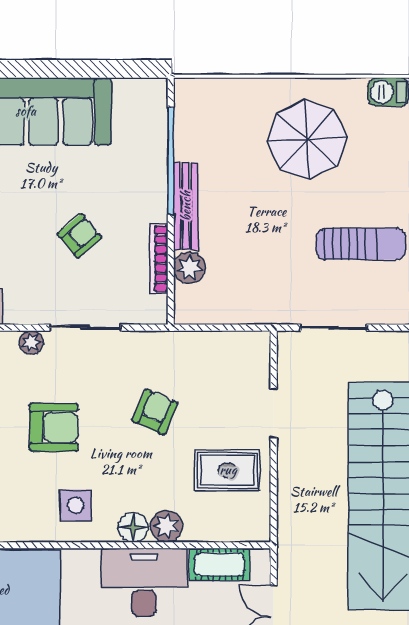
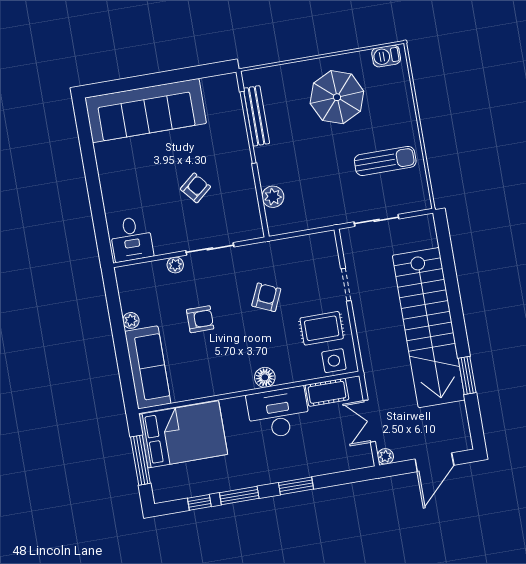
bench: (186, 206) -> (256, 116), moved
bookcase: (159, 259) -> (251, 194), removed
armchair: (54, 427) -> (200, 319), width x0.72, depth x0.72
side table: (76, 505) -> (334, 361), moved
plant: (166, 526) -> (287, 373), removed

